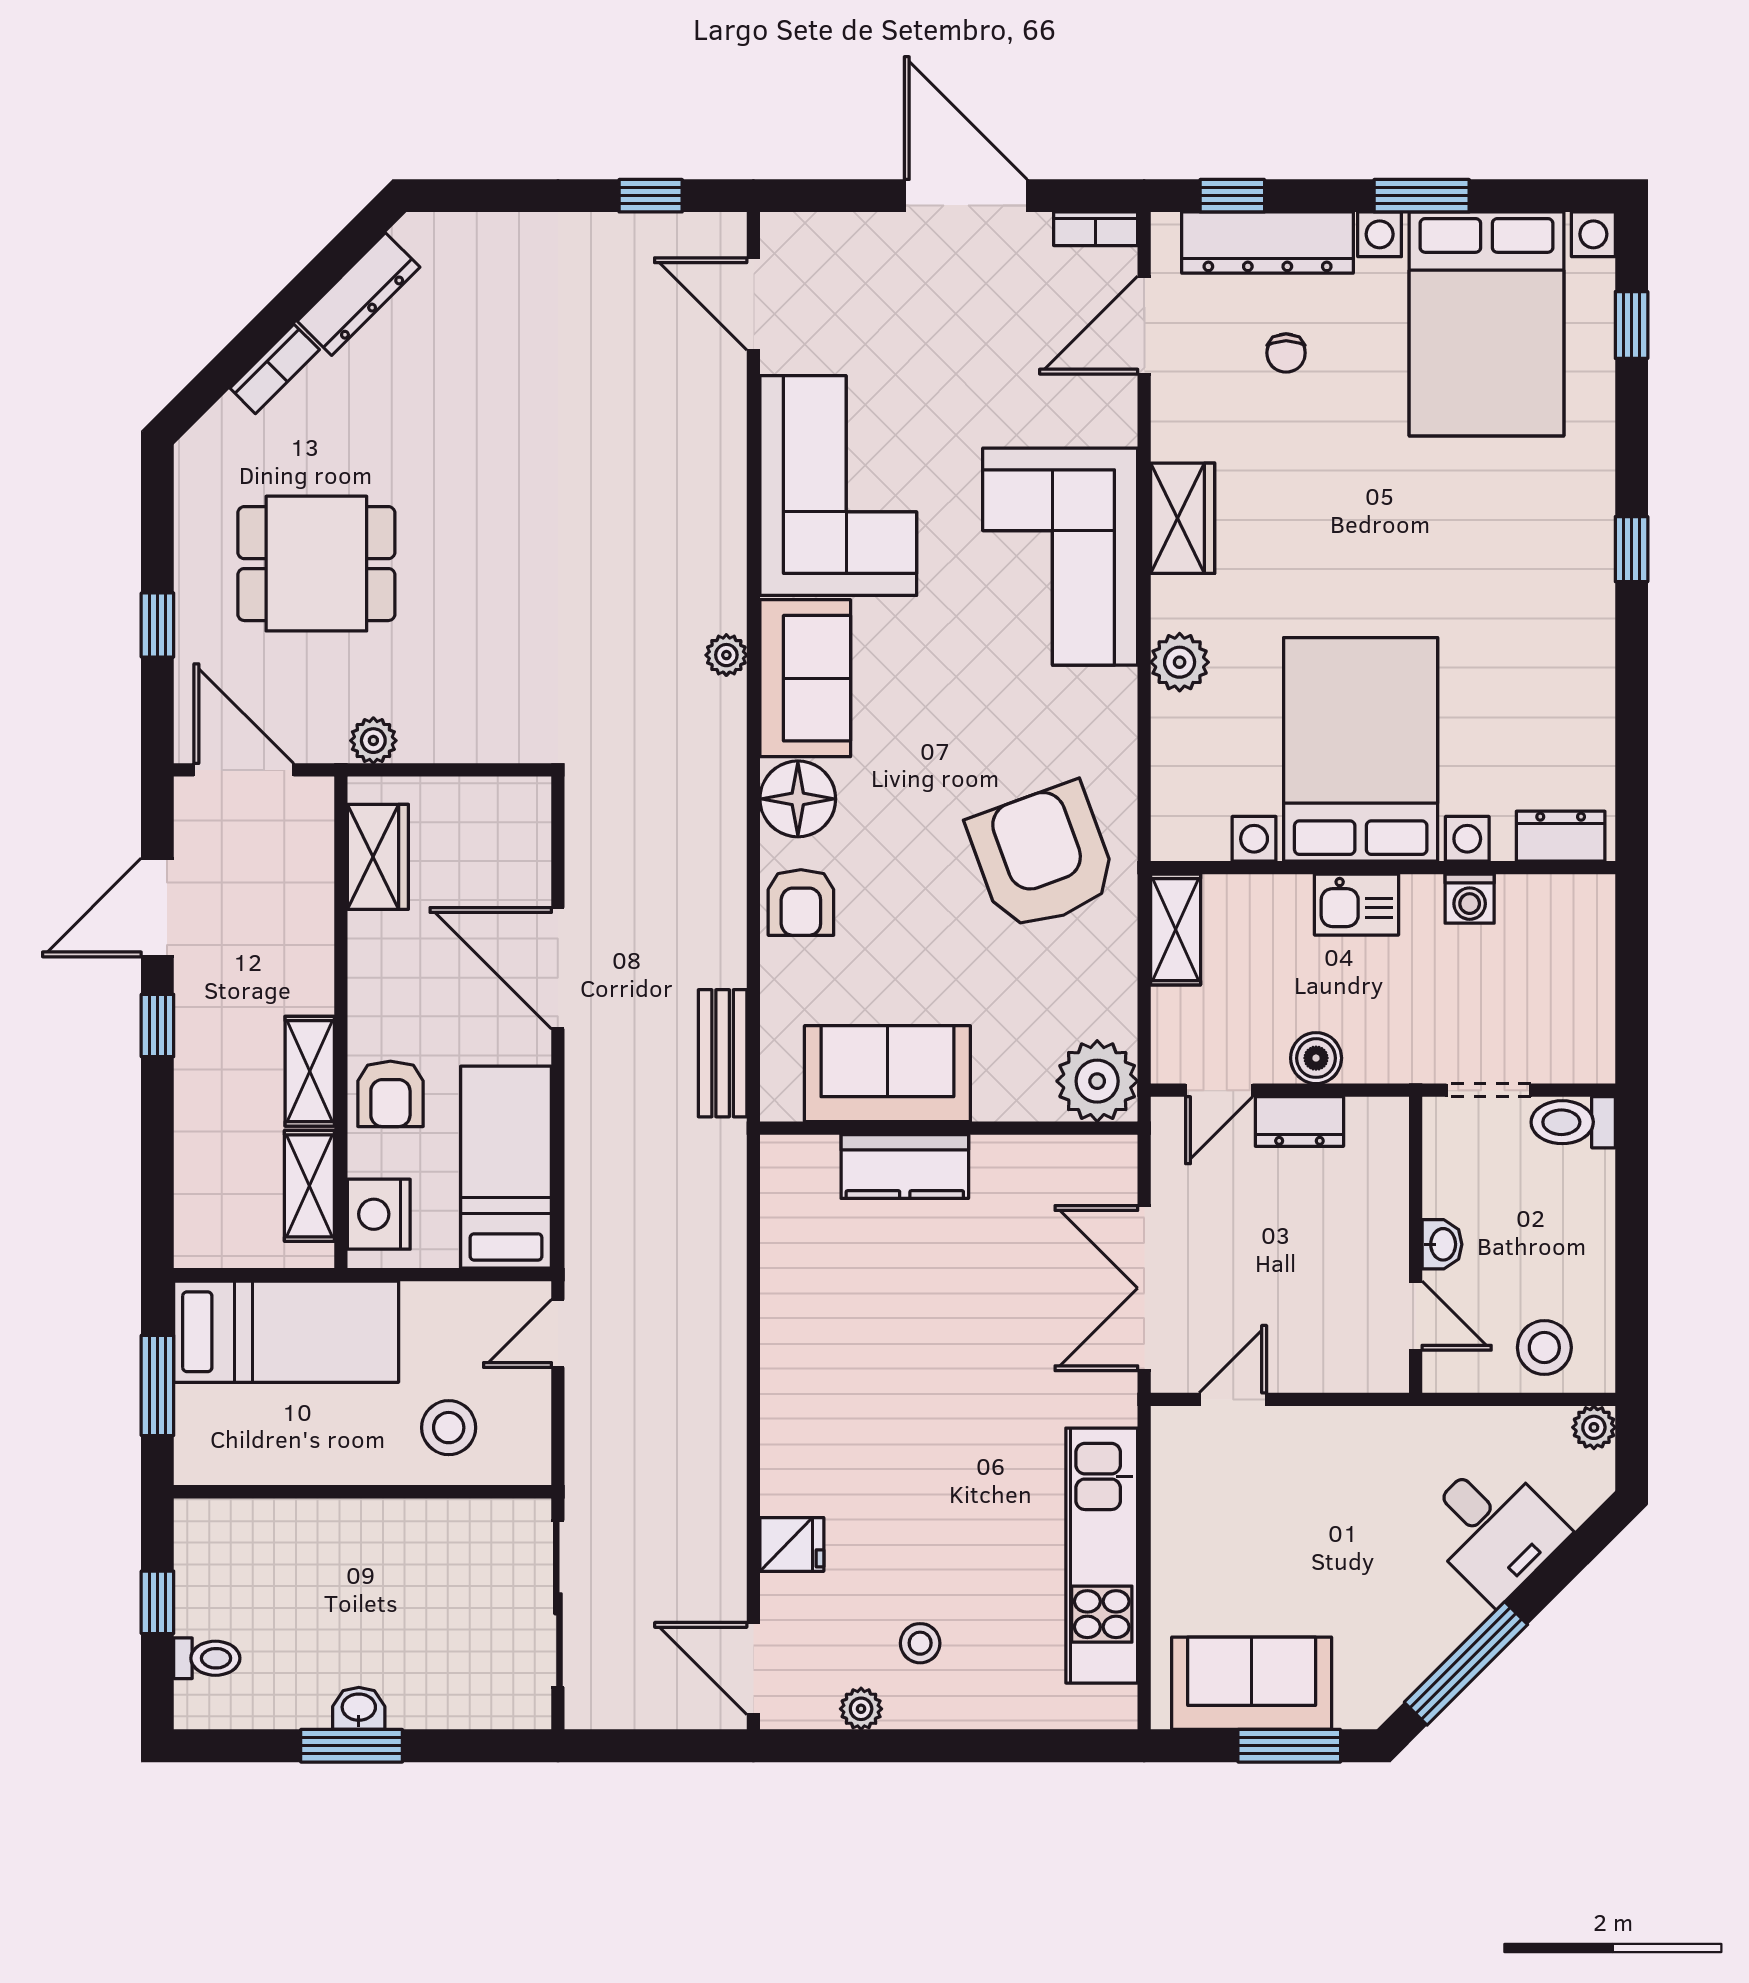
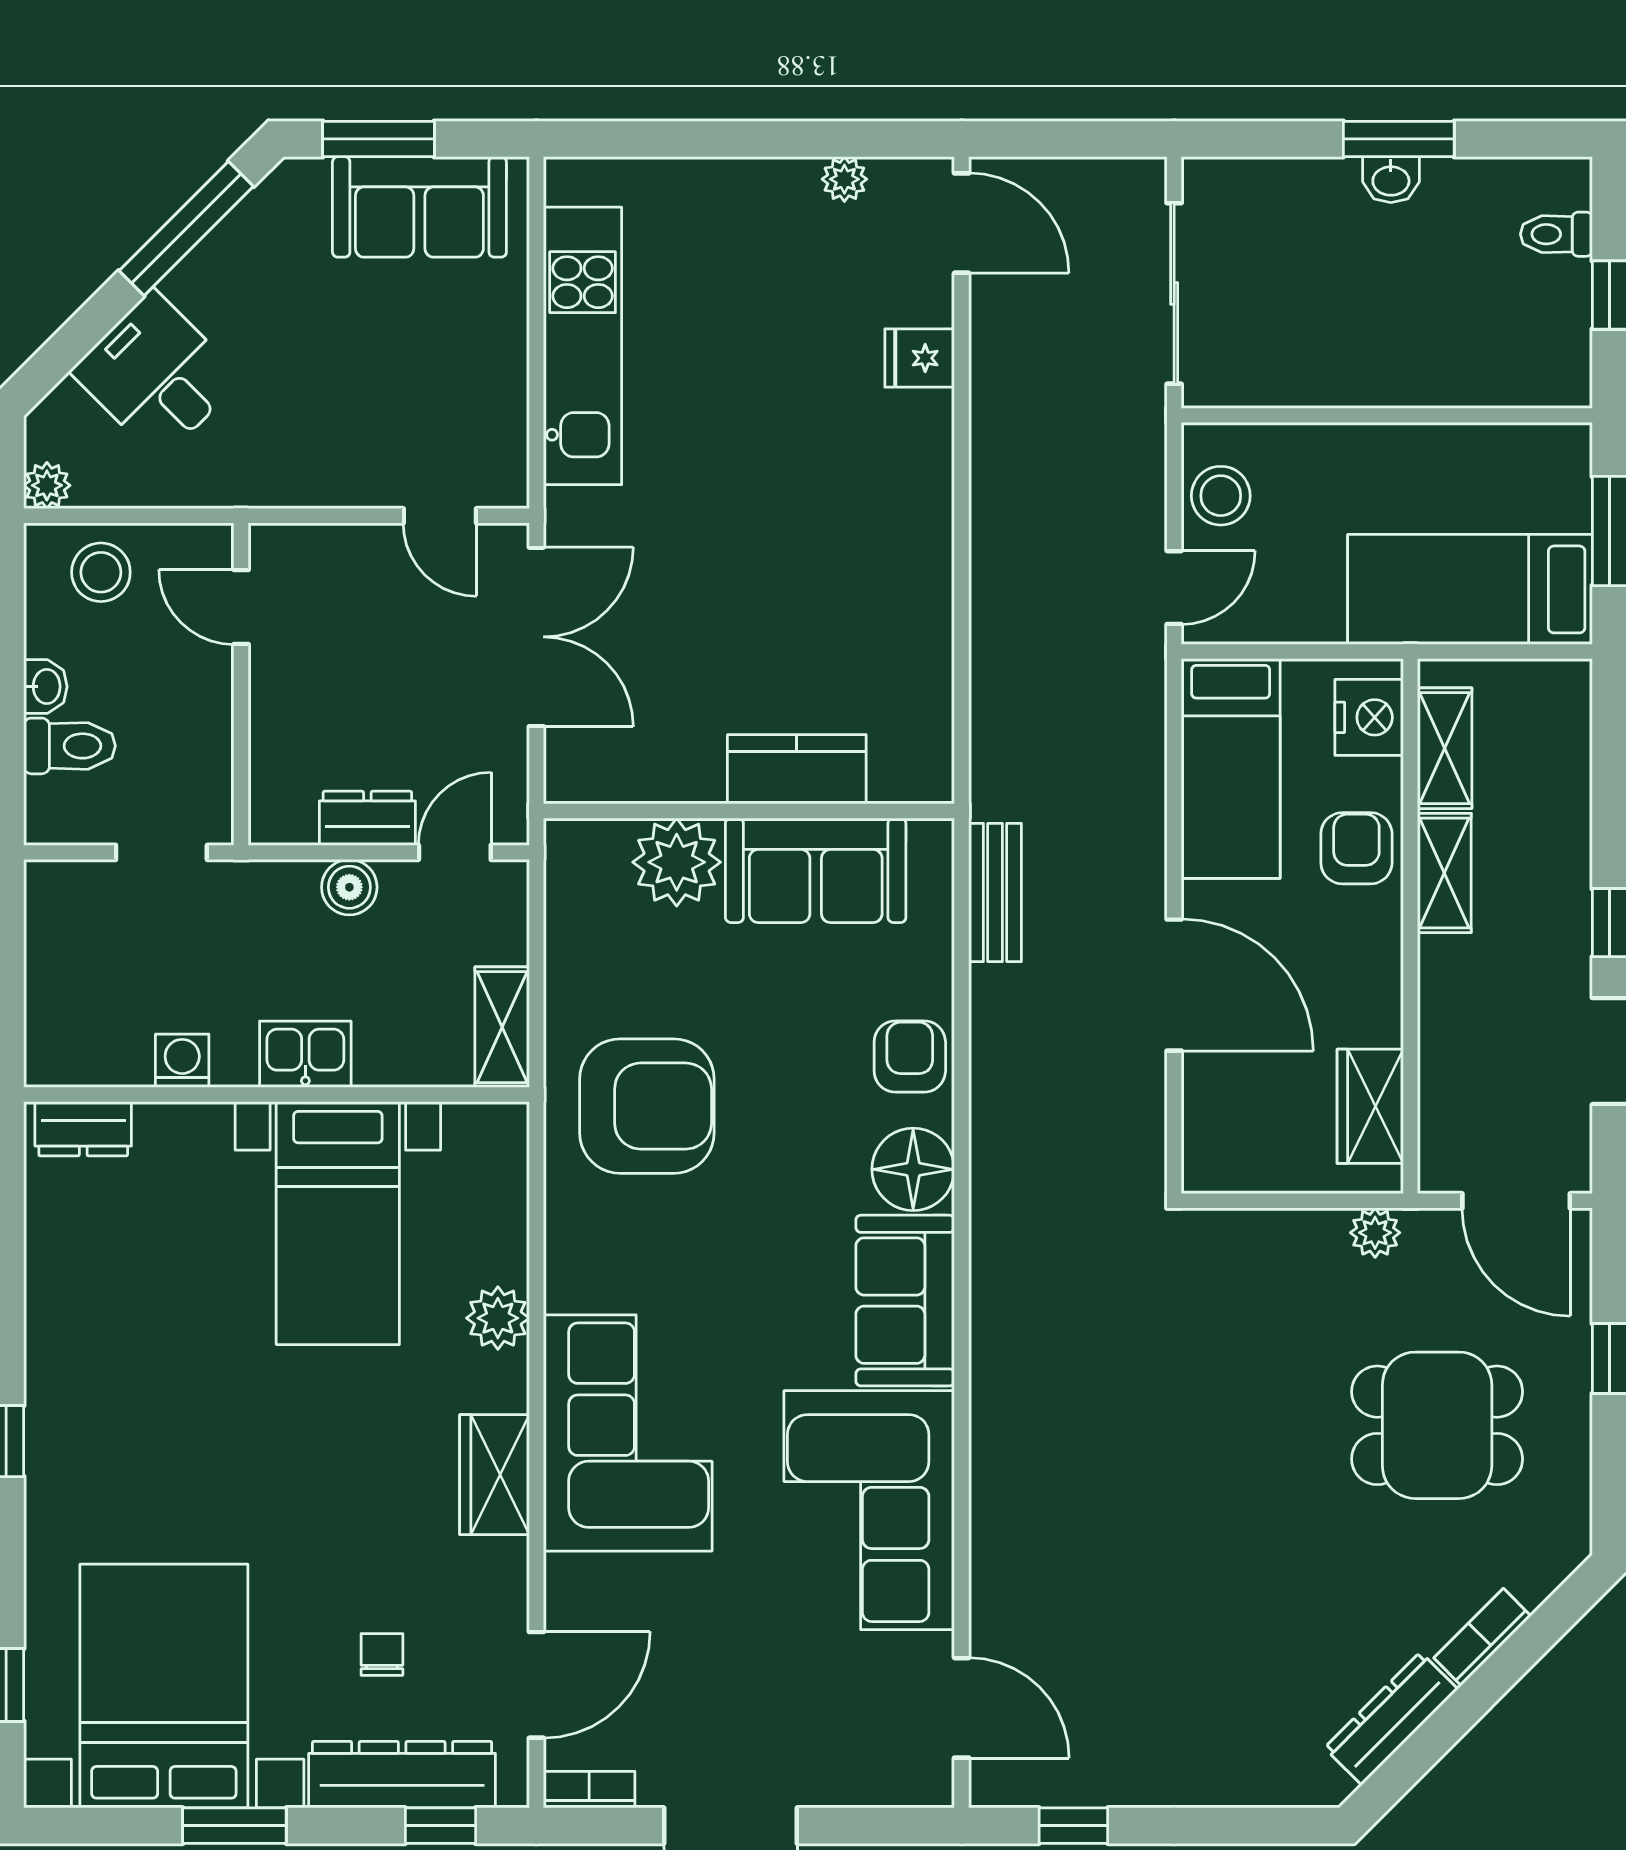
plant: (726, 655) -> (991, 1326), removed
bed with nightstands: (1361, 749) -> (338, 1223), width x0.73
armchair: (1043, 857) -> (647, 1106), turned -70
plant: (1097, 1081) -> (677, 862), moved
toilet: (1573, 1122) -> (70, 746), moved
washbasin: (1442, 1244) -> (45, 687), moved, turned 180
door: (1233, 1399) -> (440, 516), hinge flipped
stool: (449, 1428) -> (1221, 496), moved
stool: (920, 1643) -> (780, 251), removed

